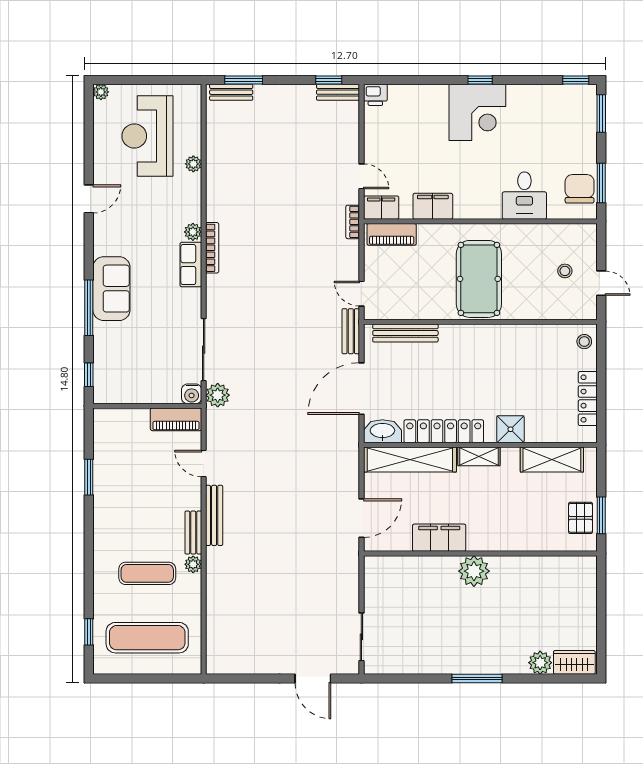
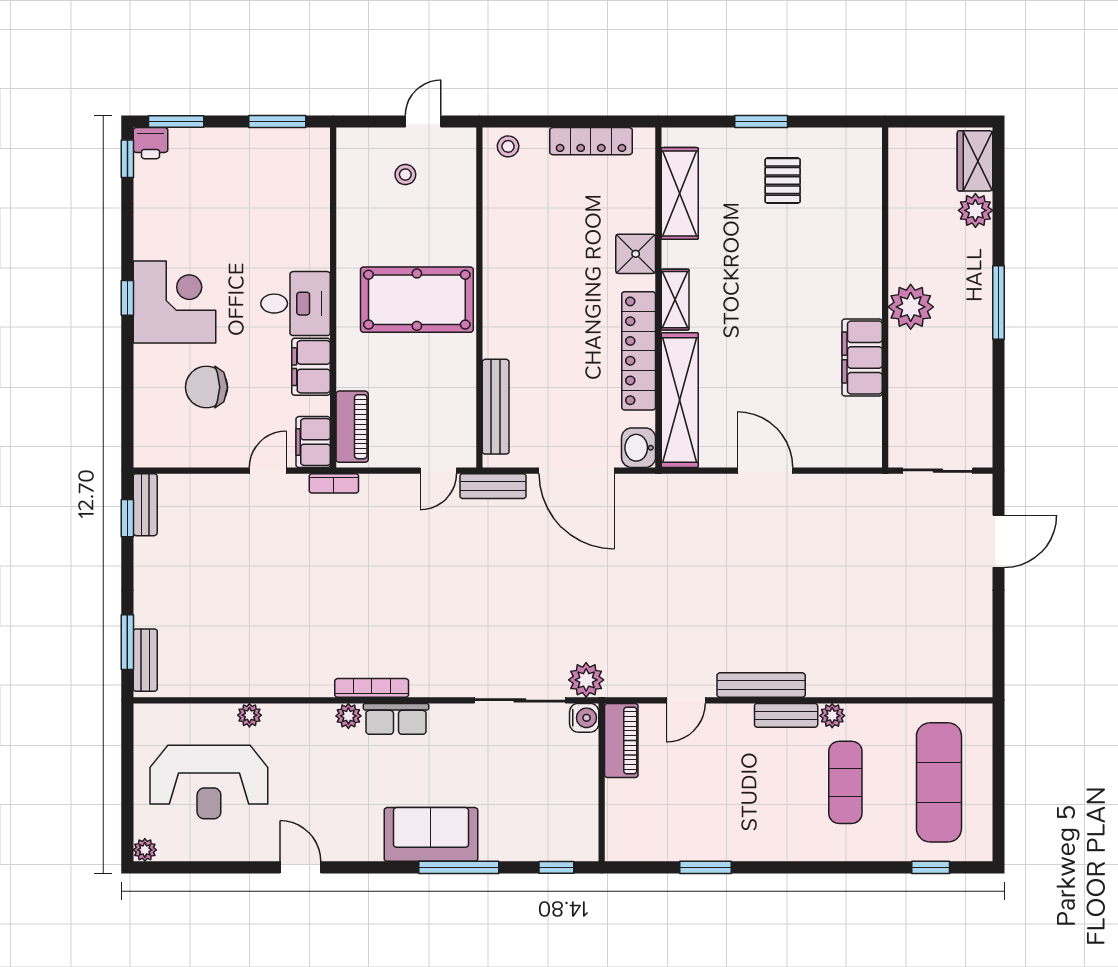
printer: (375, 95) -> (150, 143), moved, turned 90
chair: (580, 189) -> (206, 387), moved
desk: (524, 196) -> (296, 304), moved
washbasin: (382, 431) -> (639, 448), width x0.72
pallet: (581, 518) -> (783, 181), moved, turned 90
filing cabinet: (439, 538) -> (862, 358), moved
wall: (480, 553) -> (885, 298), moved
plant: (474, 571) -> (911, 307), moved

